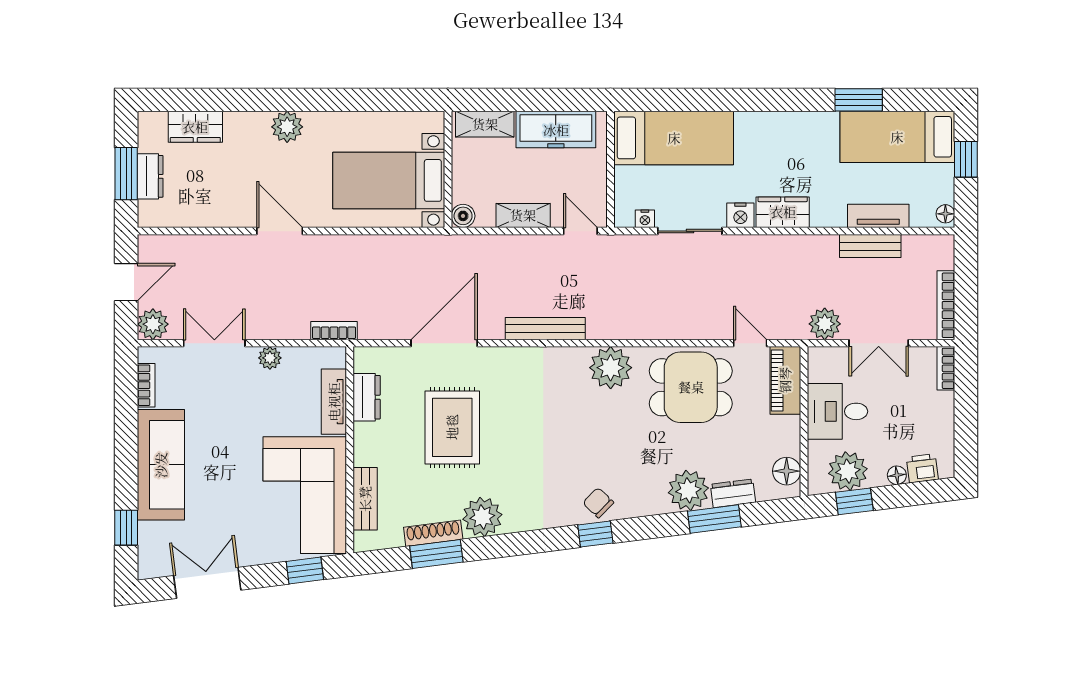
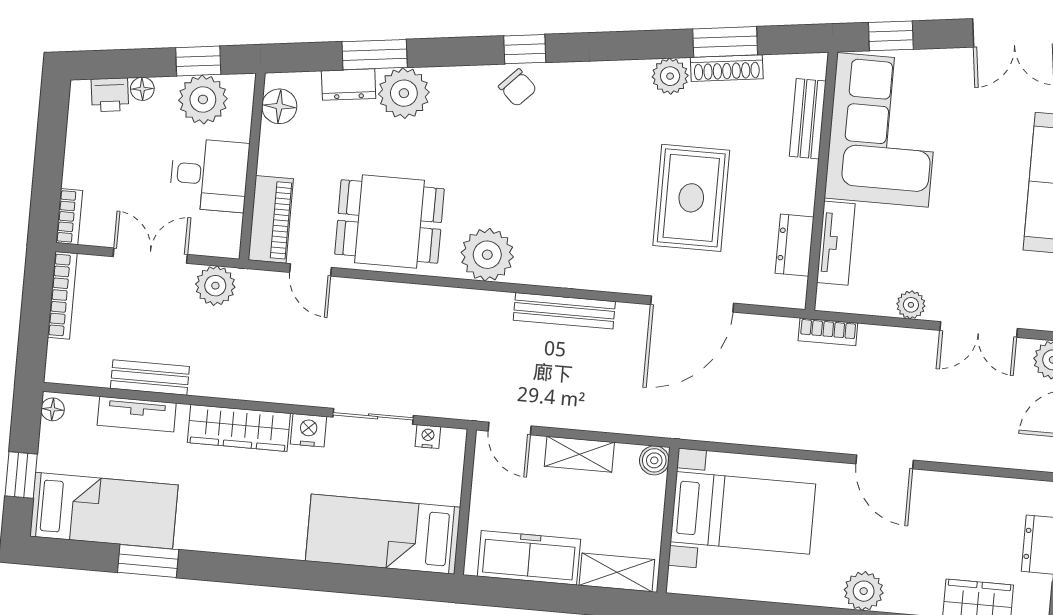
wardrobe: (783, 212) -> (239, 428), width x1.50
plant: (482, 517) -> (670, 76), width x0.73, depth x0.73

